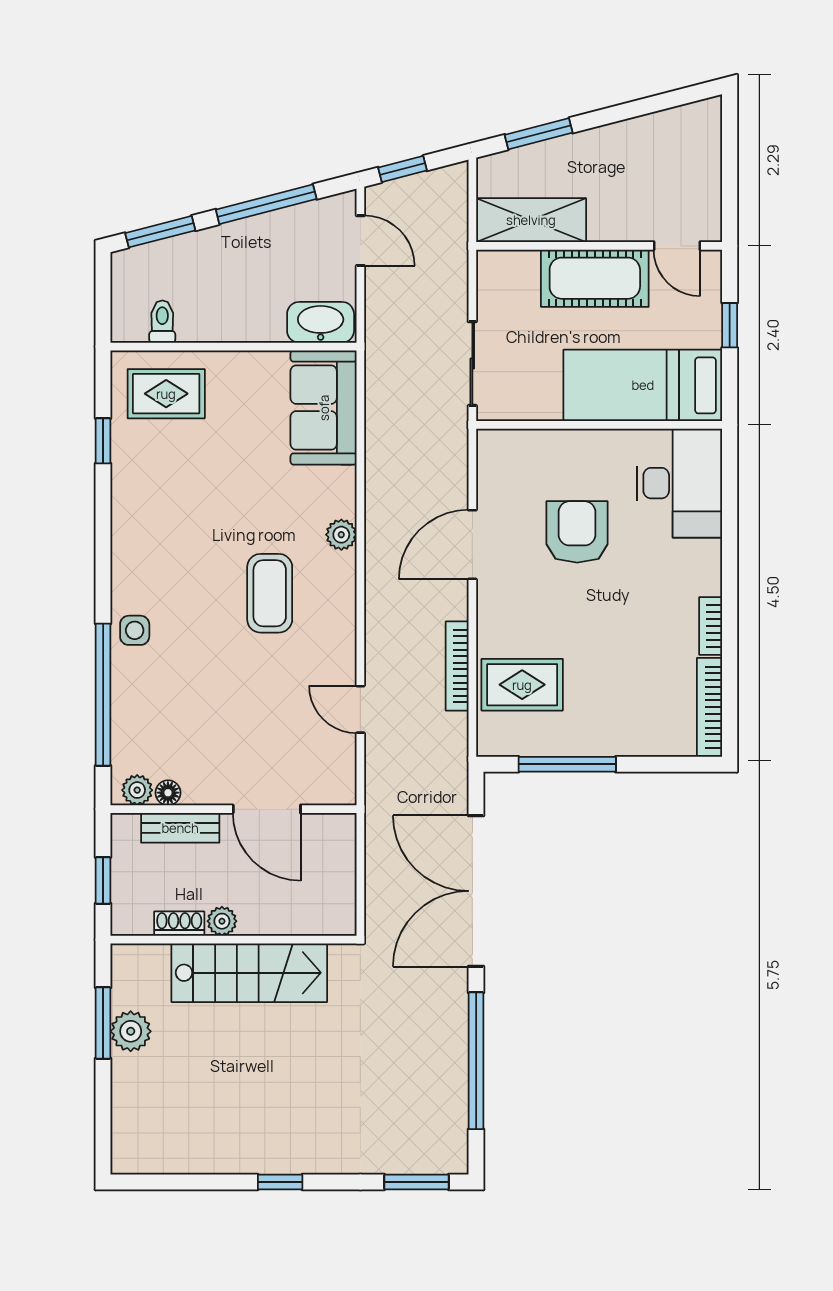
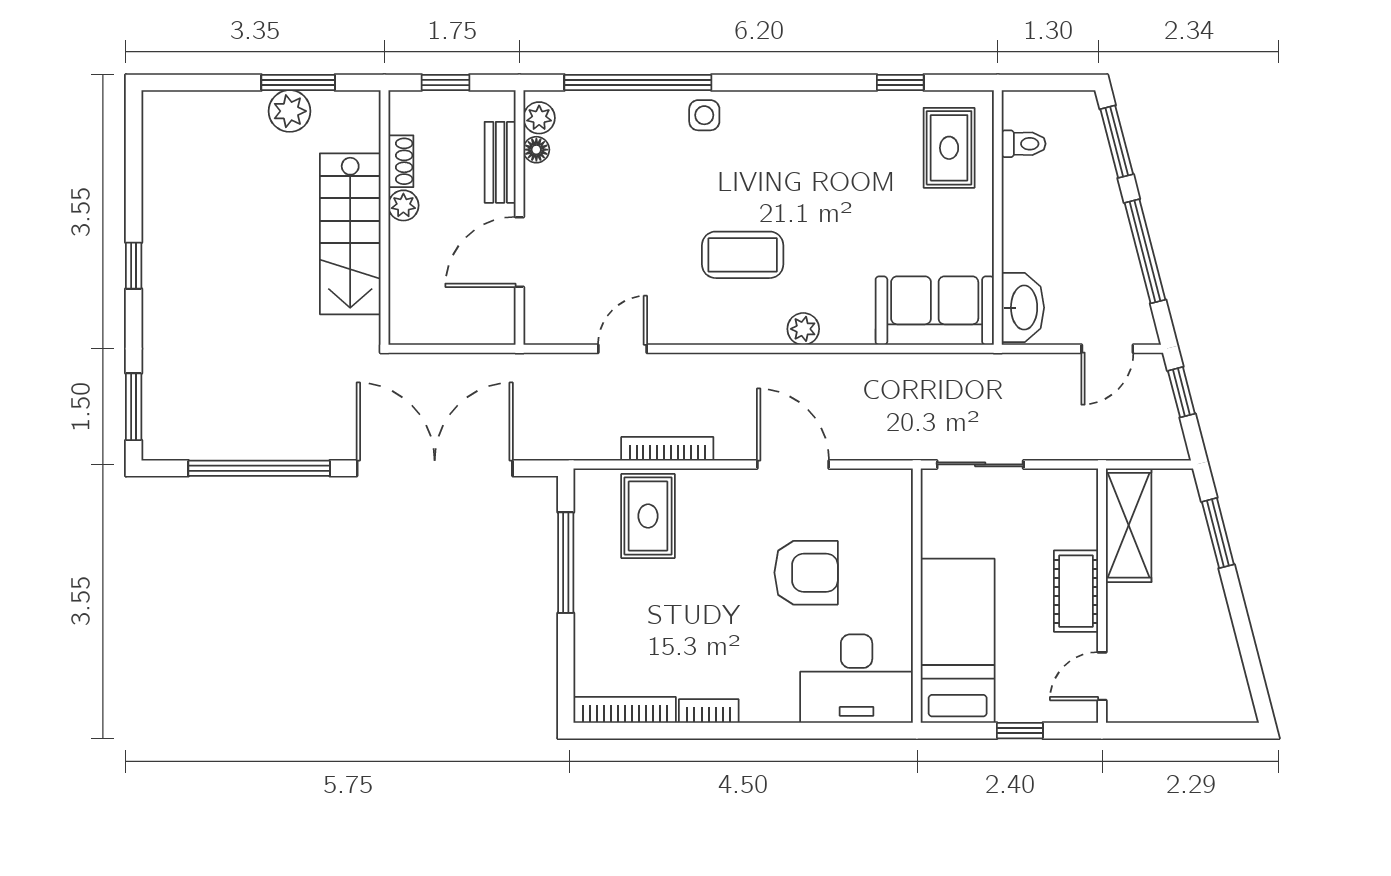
cot: (595, 278) -> (1076, 591), width x0.73, depth x0.75

